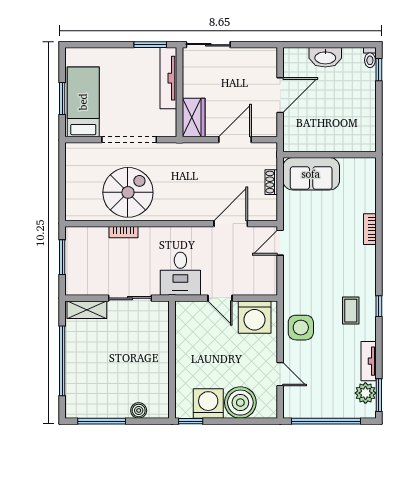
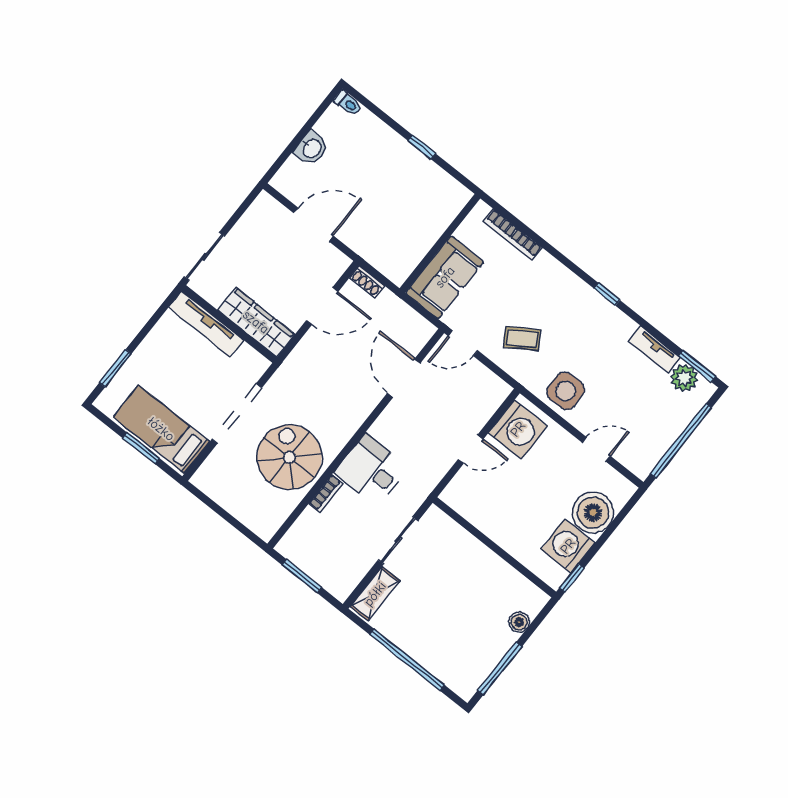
window: (150, 45) -> (115, 368), moved
washbasin: (325, 57) -> (311, 148), width x0.72
window: (379, 70) -> (422, 147), moved
door: (280, 95) -> (313, 224), hinge flipped
wardrobe: (194, 117) -> (256, 322), width x1.50
door: (235, 140) -> (322, 306), swing flipped
wall: (330, 155) -> (440, 243), moved
sofa: (311, 174) -> (445, 277), moved
shoe rack: (271, 182) -> (367, 282), moved
bookcase: (370, 229) -> (513, 234), width x1.56
door: (280, 243) -> (463, 343), hinge flipped
desk: (180, 274) -> (371, 470), moved, turned 180
coffee table: (351, 311) -> (522, 339), moved, turned -33

